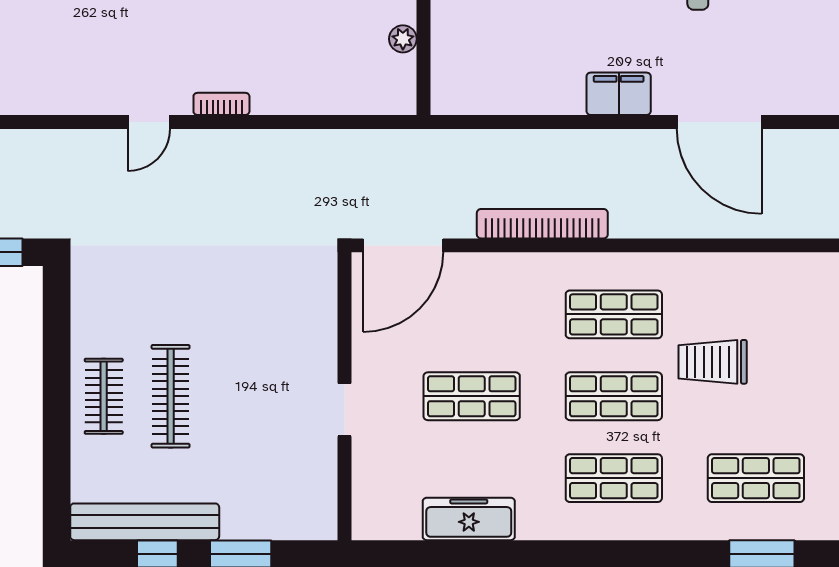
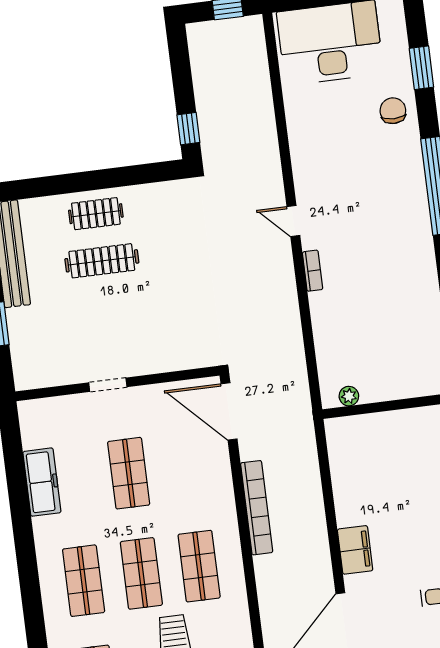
plant: (403, 39) -> (349, 396), moved

